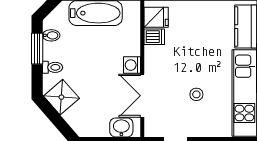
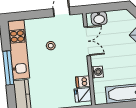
washing machine: (132, 65) -> (97, 72), moved

